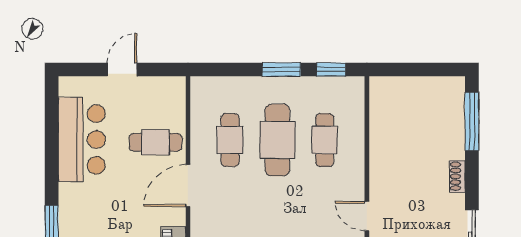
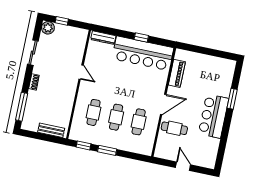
door: (122, 69) -> (183, 166), swing flipped
bench: (403, 86) -> (51, 130), added
bar counter: (82, 139) -> (213, 116), moved
cafe table: (277, 140) -> (116, 117), width x0.73, depth x0.74

